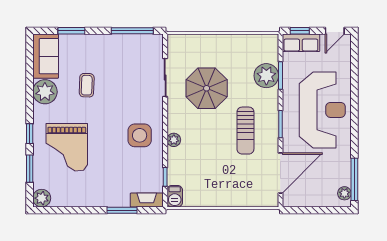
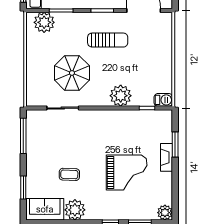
plant: (266, 76) -> (44, 22), moved
side table: (140, 135) -> (112, 130), removed
plant: (174, 140) -> (121, 96), width x1.88, depth x1.88
grand piano: (67, 147) -> (127, 172), moved
fireplace: (147, 200) -> (167, 157), moved

